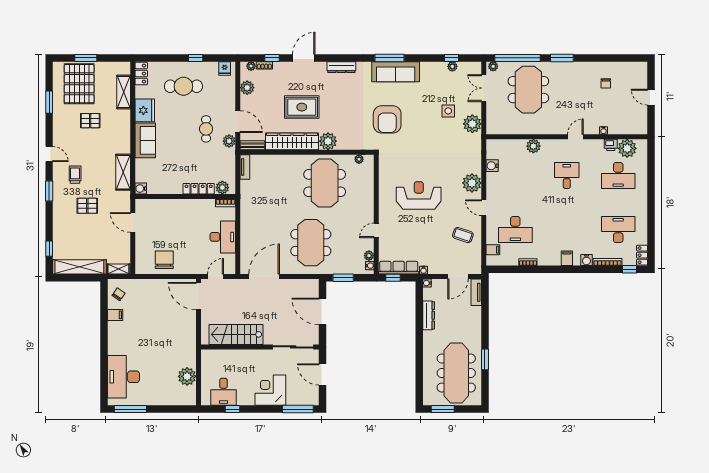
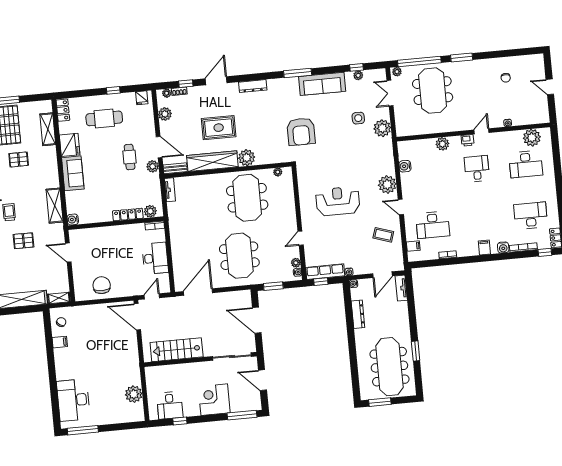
sofa: (396, 72) -> (322, 84), moved
printer: (611, 145) -> (468, 140), moved

